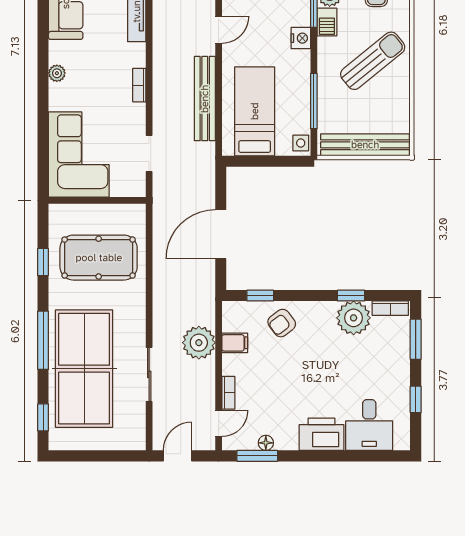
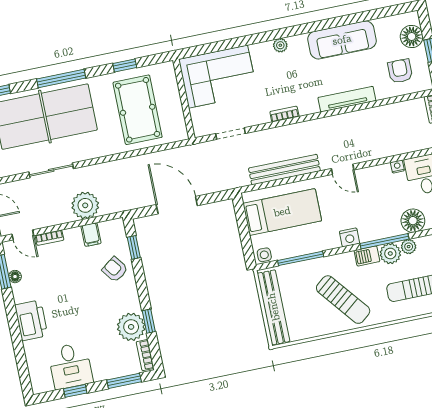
desk: (369, 425) -> (70, 366), moved, turned -90

